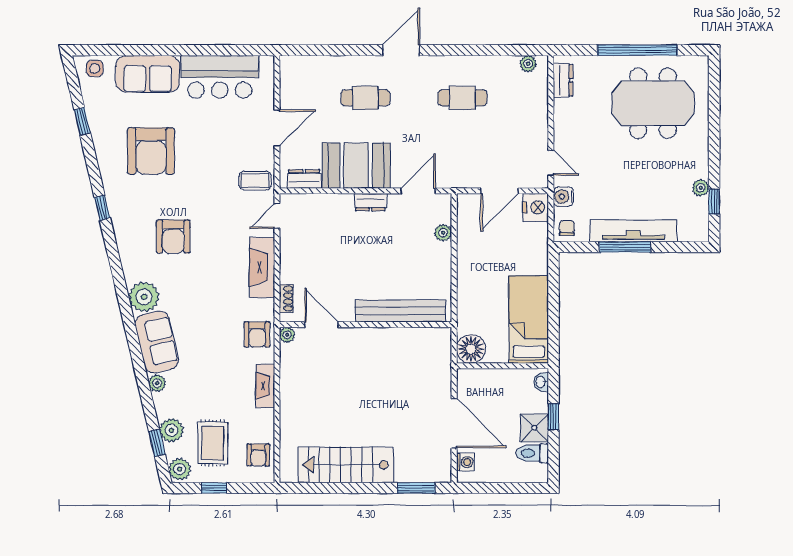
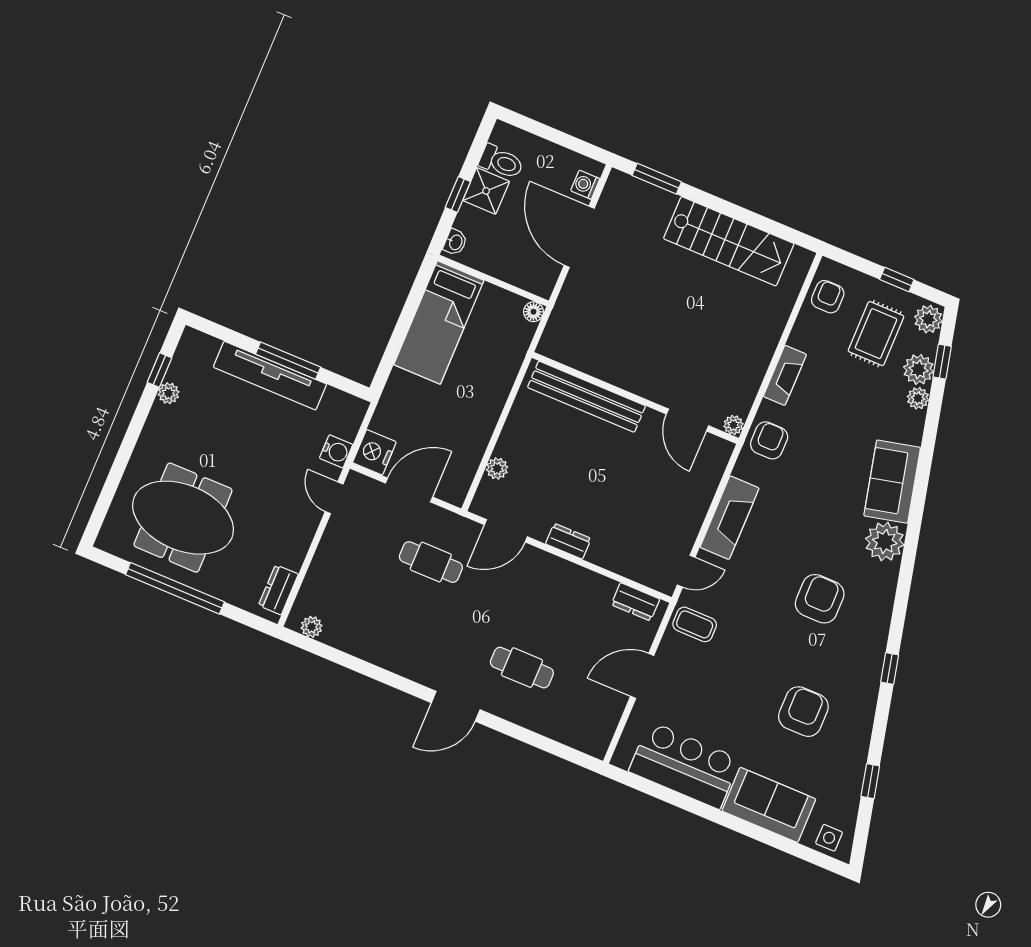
cafe table: (462, 98) -> (431, 562), moved
armchair: (151, 151) -> (803, 712), width x0.73, depth x0.73
booth: (356, 166) -> (567, 592), removed
chair: (567, 228) -> (348, 412), removed
shoe rack: (286, 299) -> (716, 469), removed
floor lamp: (471, 349) -> (533, 312), width x0.53, depth x0.53
plant: (157, 383) -> (918, 398), moved

